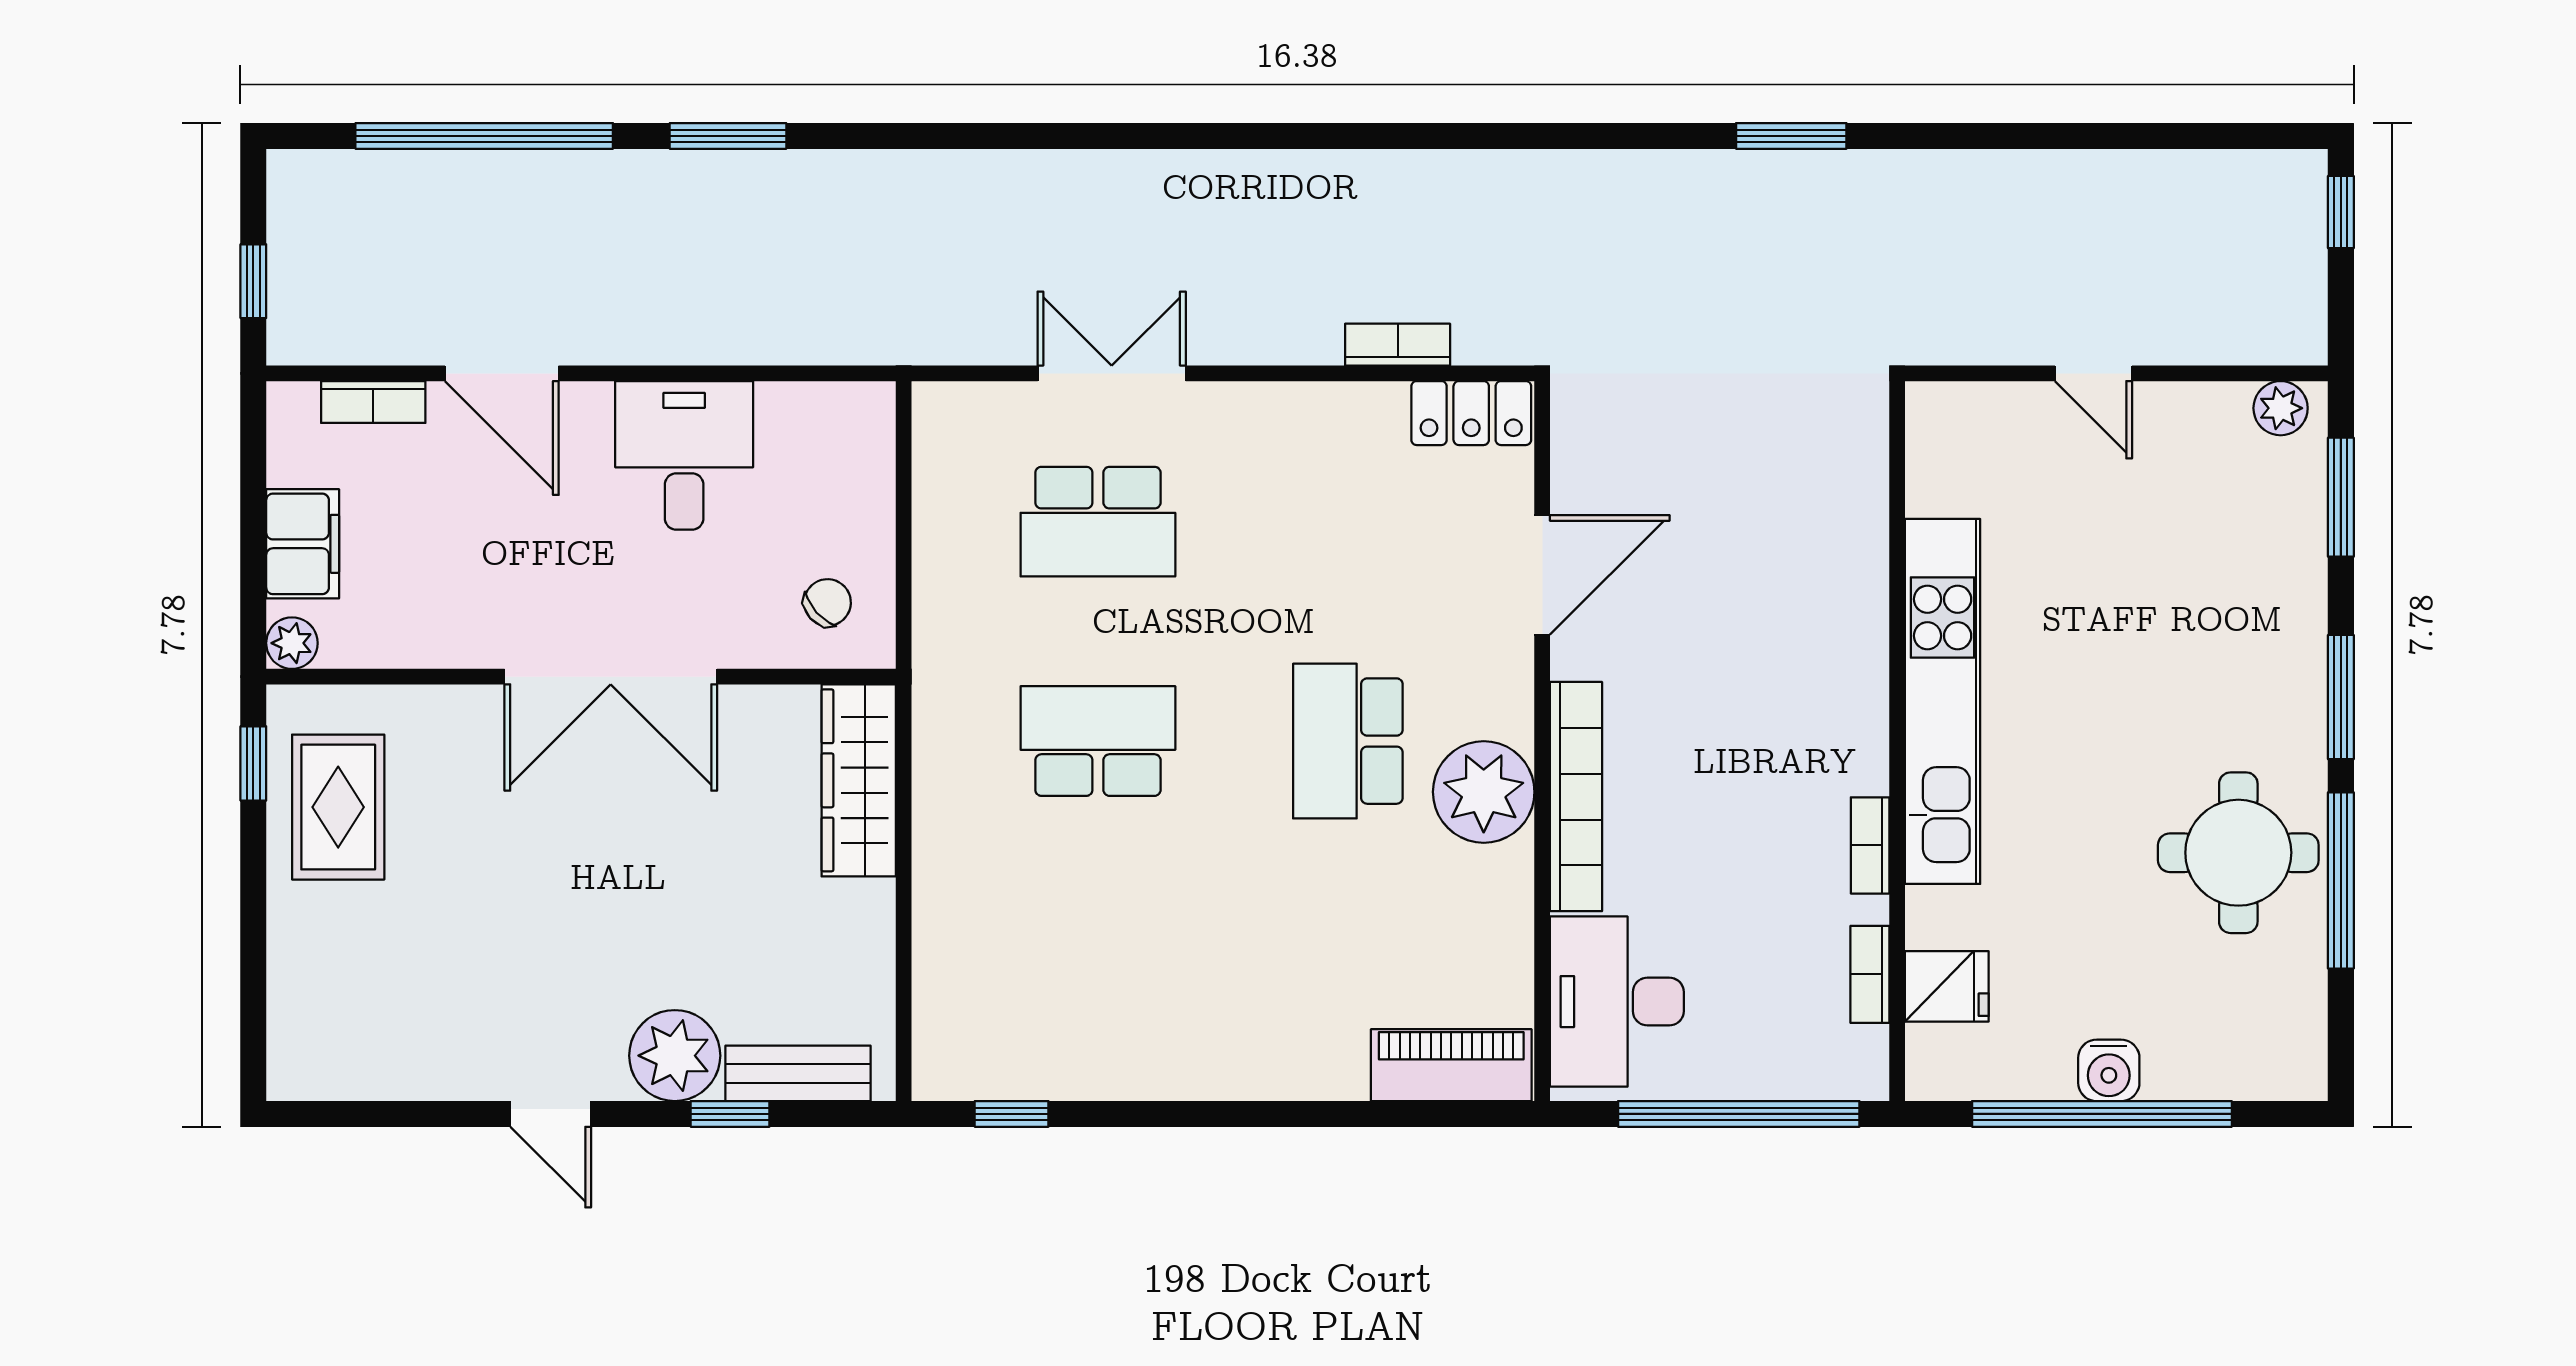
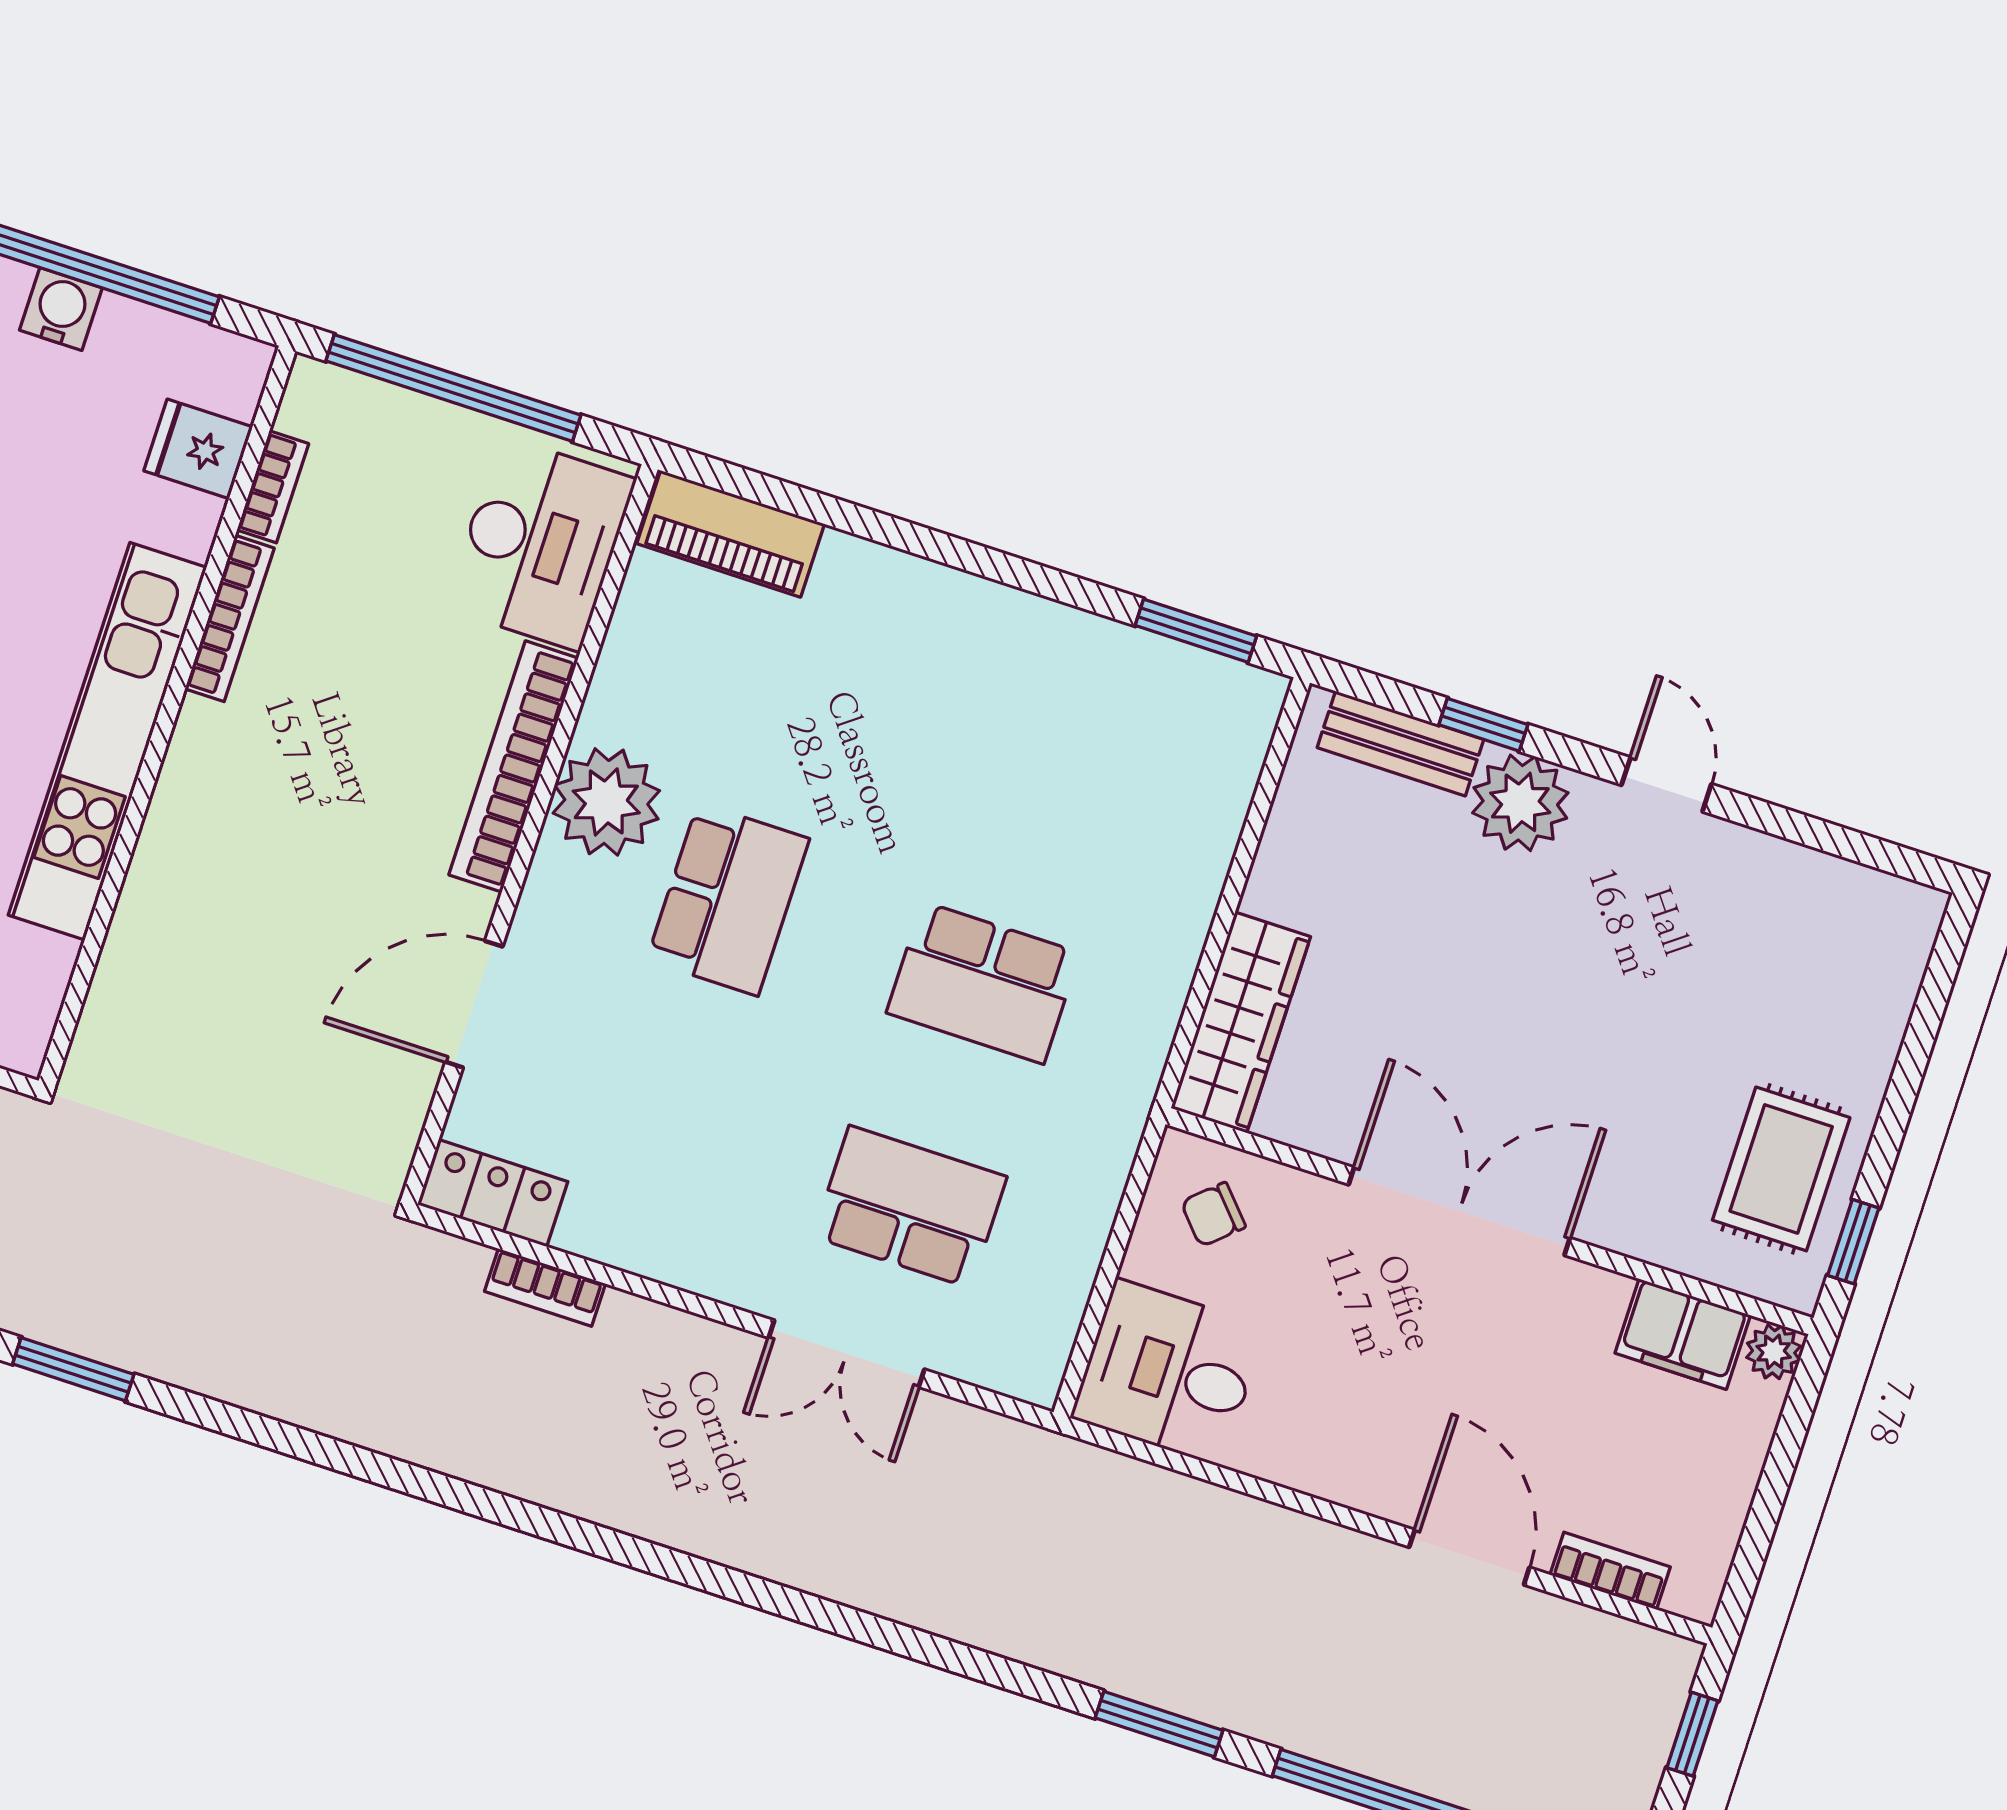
desk: (684, 455) -> (1168, 1372), moved, turned 90
filing cabinet: (303, 544) -> (1683, 1334), moved, turned -90
bookcase: (1870, 845) -> (230, 618), width x1.56
window: (1012, 1114) -> (1196, 631), width x1.50

